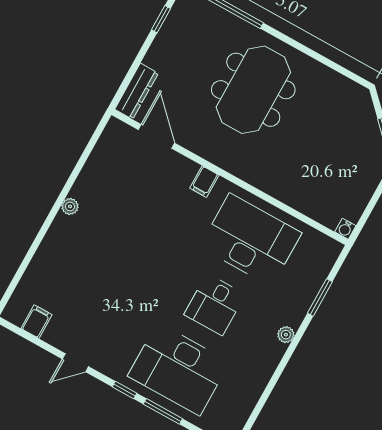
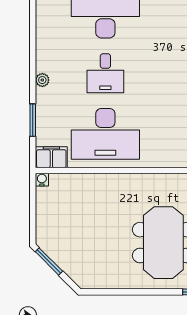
filing cabinet: (204, 182) -> (51, 157), moved, width x2.00
desk: (215, 304) -> (105, 73), turned 180

